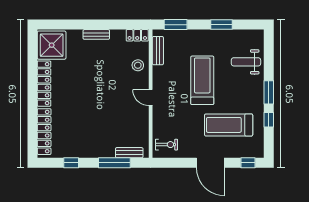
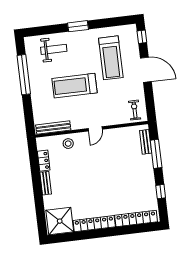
window: (176, 25) -> (29, 115), removed
window: (222, 25) -> (24, 75), width x2.11
locker: (137, 35) -> (44, 161), moved
bench: (158, 51) -> (53, 128), width x1.36
weight bench: (246, 62) -> (54, 49), turned -90
window: (269, 120) -> (102, 23), removed
door: (210, 163) -> (146, 70), hinge flipped

